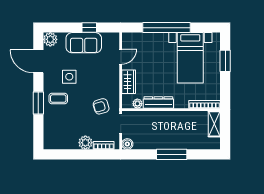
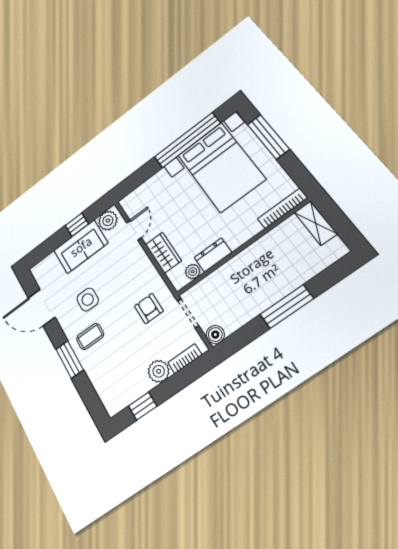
window: (166, 28) -> (187, 140), moved
plant: (50, 39) -> (108, 221), moved
bed with nightstands: (190, 58) -> (221, 167), width x1.36
window: (225, 61) -> (268, 137), width x1.44
dresser: (158, 103) -> (213, 255), width x0.70
armchair: (101, 106) -> (149, 308), turned 106
window: (66, 154) -> (143, 406), added

